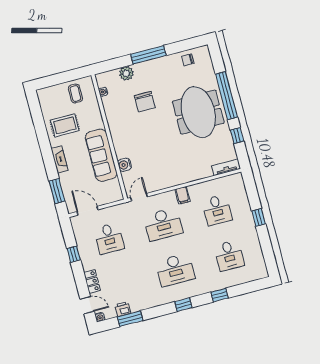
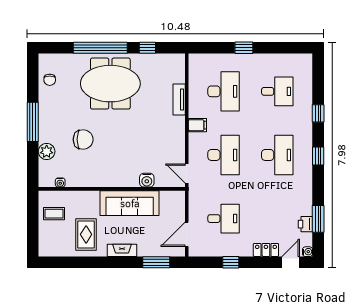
tv unit: (226, 167) -> (179, 99), moved
desk: (217, 210) -> (224, 91), width x1.37

